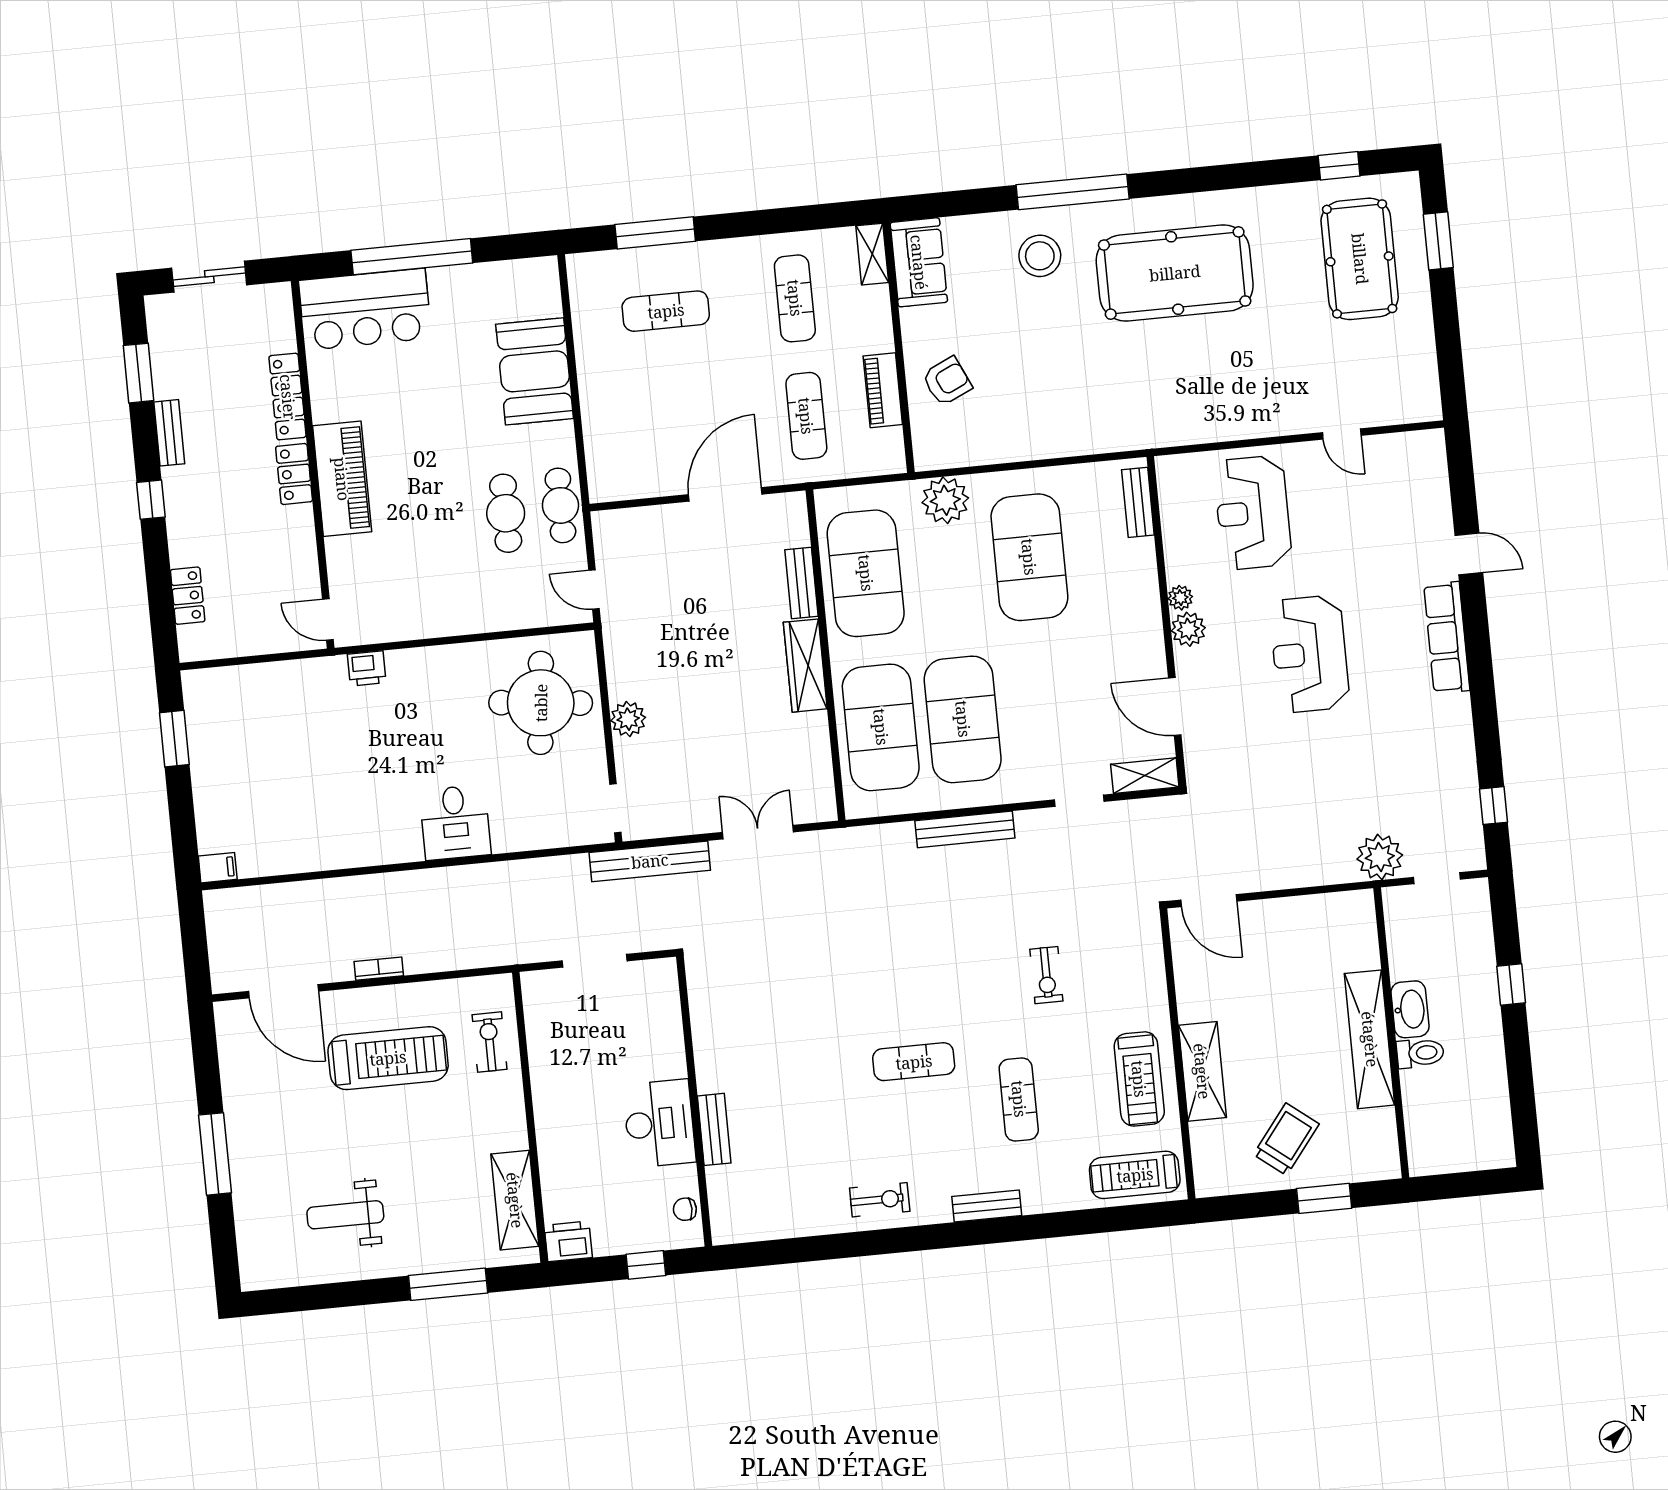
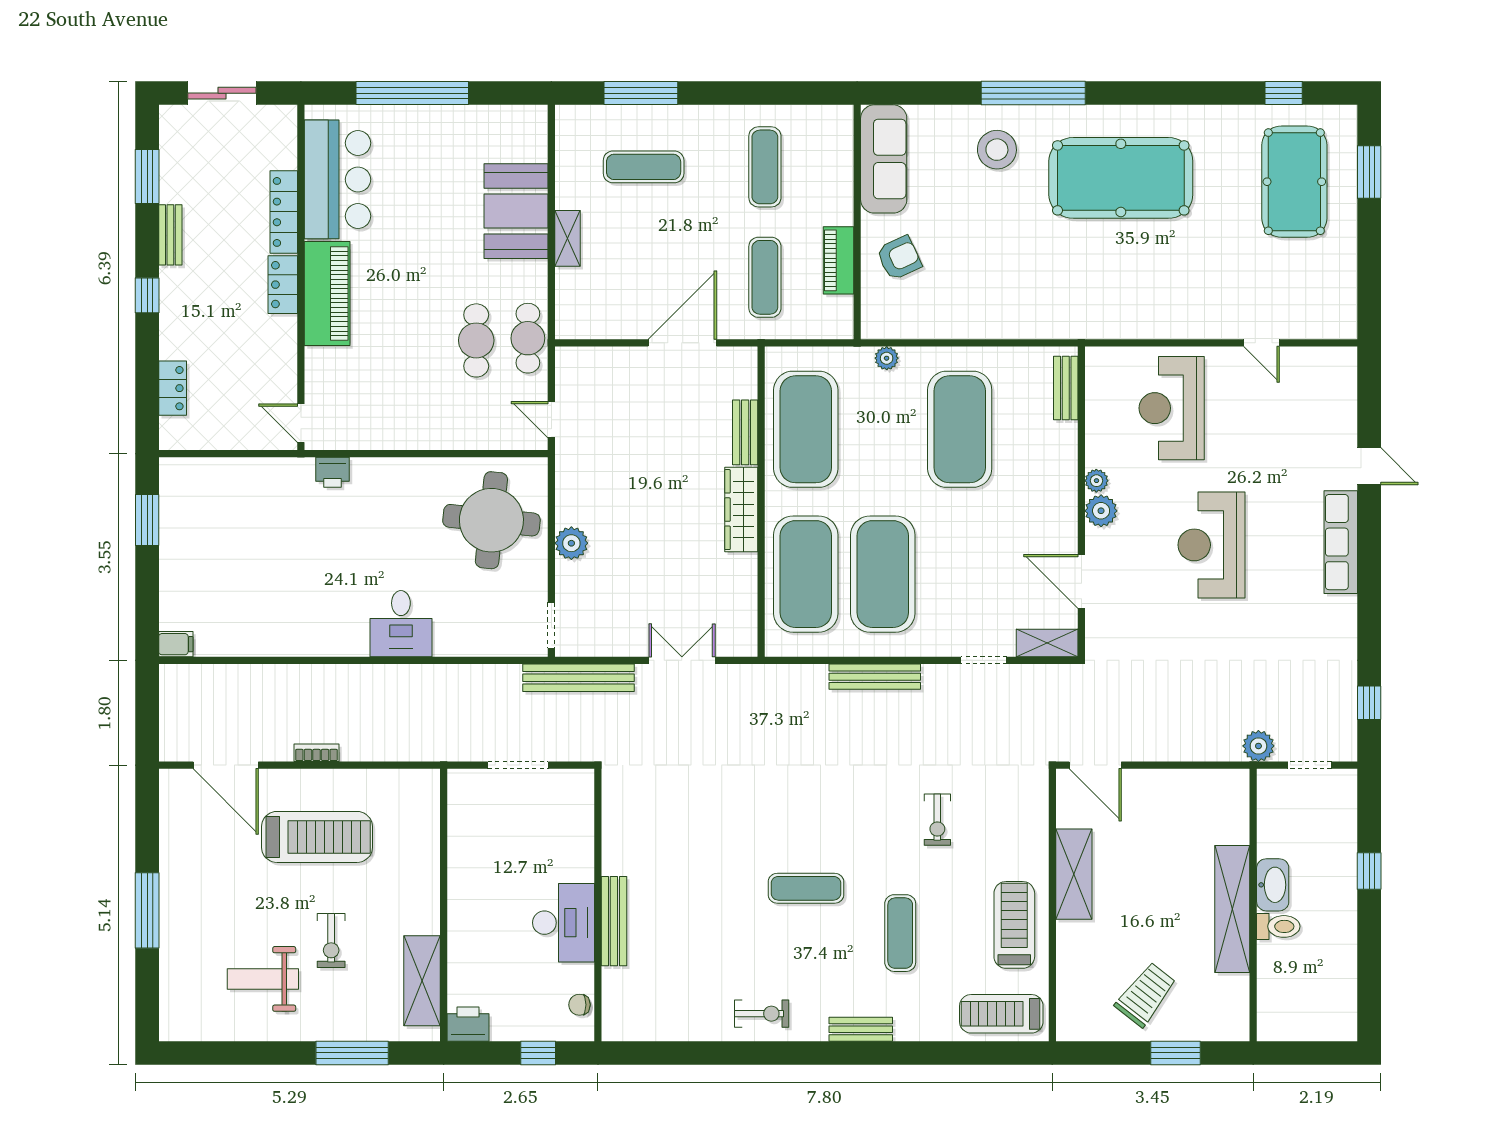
shelving: (872, 254) -> (567, 238), moved
sofa: (919, 262) -> (884, 159), width x1.36
bar counter: (365, 309) -> (337, 179), moved, turned -90
plant: (945, 500) -> (887, 358), width x0.53, depth x0.53
plant: (1380, 857) -> (1258, 746), width x0.73, depth x0.73
exercise bike: (490, 1042) -> (331, 941), moved, turned 180
shelving: (1202, 1071) -> (1074, 874), moved
treadmill: (1139, 1079) -> (1014, 925), turned 180
bench: (714, 1129) -> (614, 921), width x1.36

